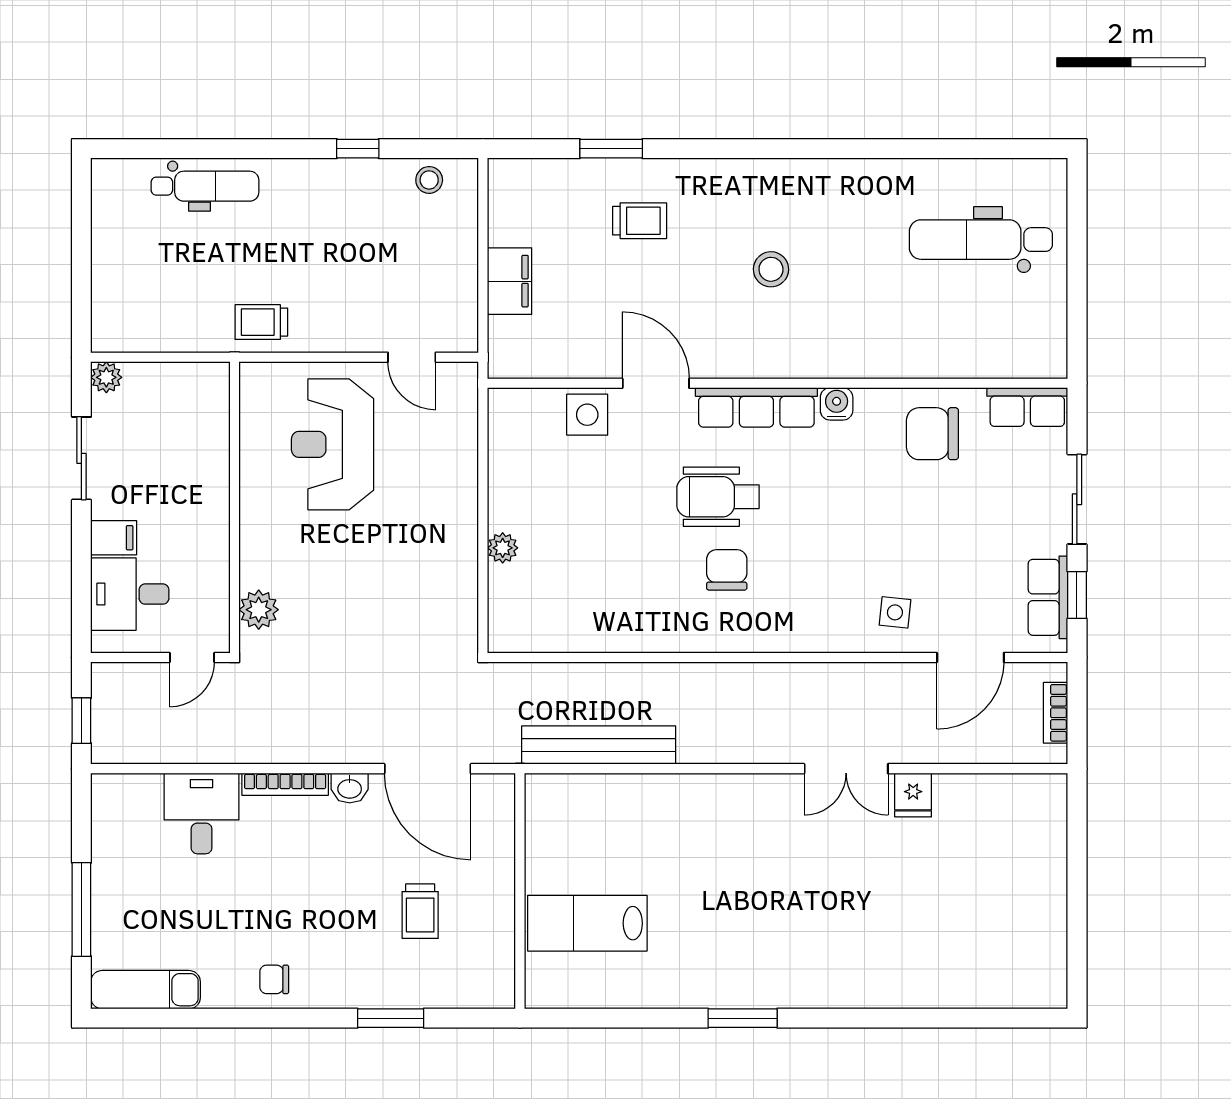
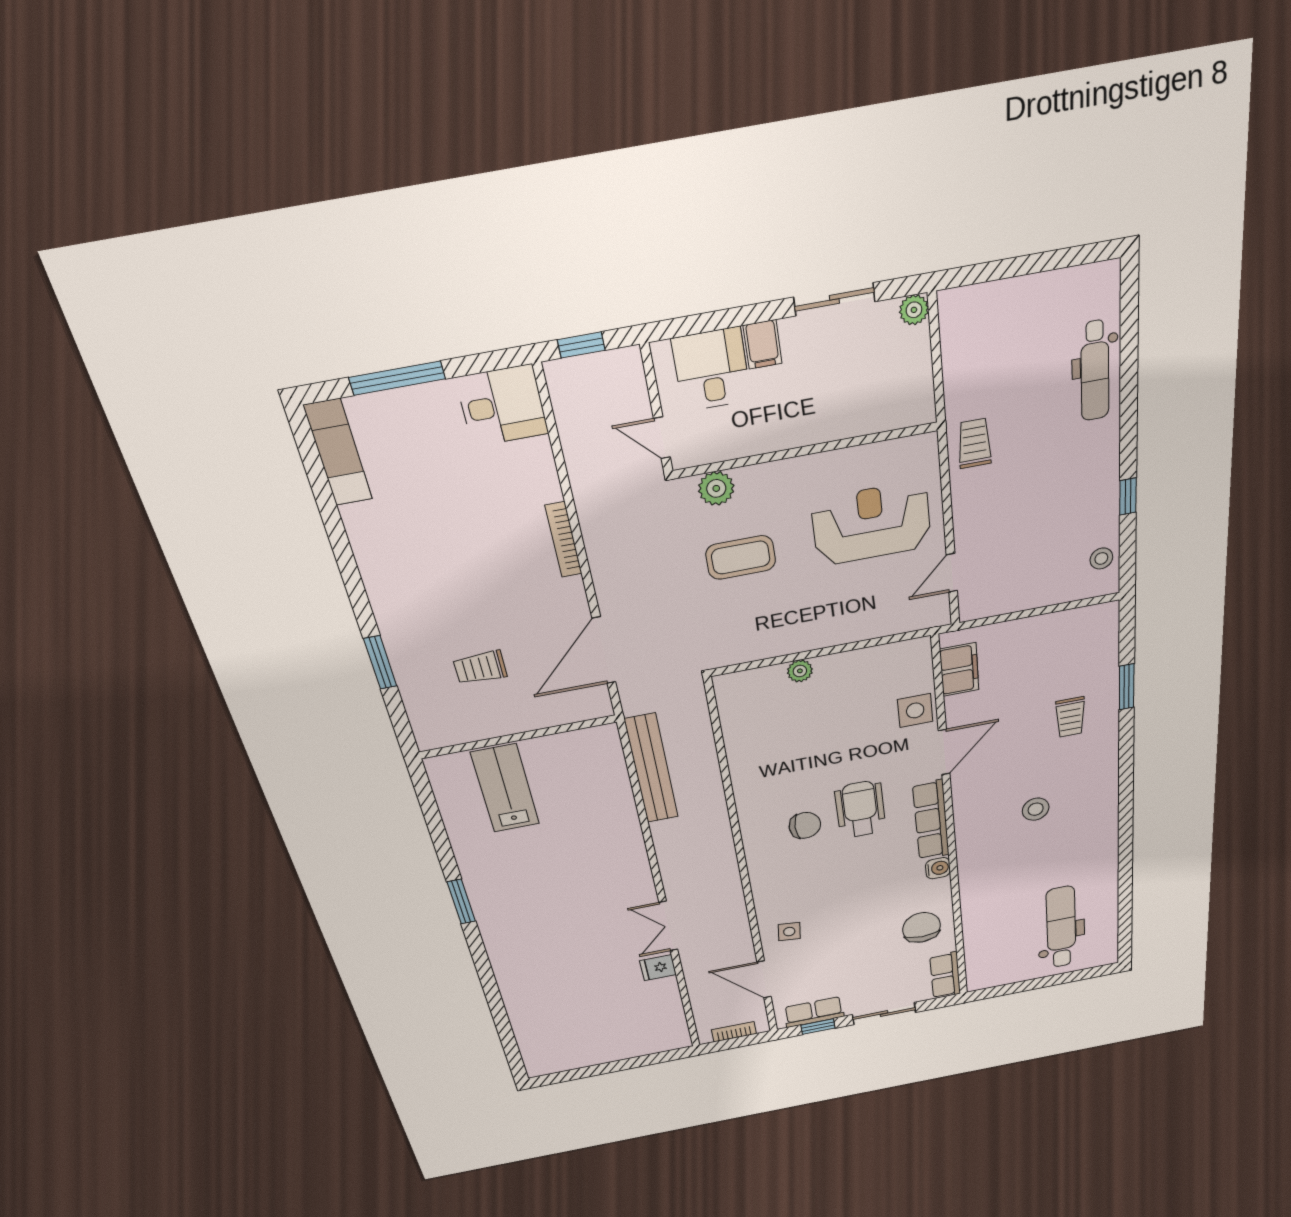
filing cabinet: (510, 281) -> (959, 670), moved, turned -90
coffee table: (344, 596) -> (741, 557), added
washbasin: (350, 788) -> (573, 593), removed
desk: (202, 813) -> (502, 406), moved
chair: (274, 979) -> (384, 563), removed

